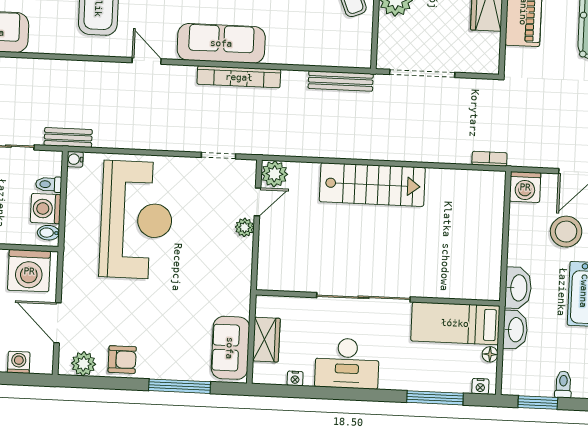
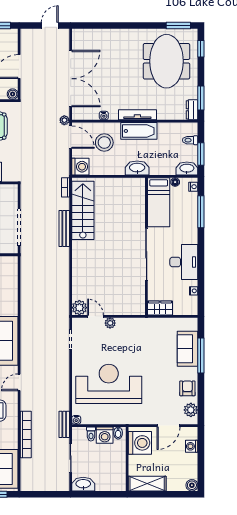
bookcase: (239, 77) -> (26, 435), moved
bench: (341, 81) -> (64, 228), moved
stairs: (372, 185) -> (83, 210), moved
washbasin: (515, 330) -> (187, 169), moved
wardrobe: (266, 340) -> (160, 308), moved
sofa: (230, 348) -> (188, 349), moved, turned 90

